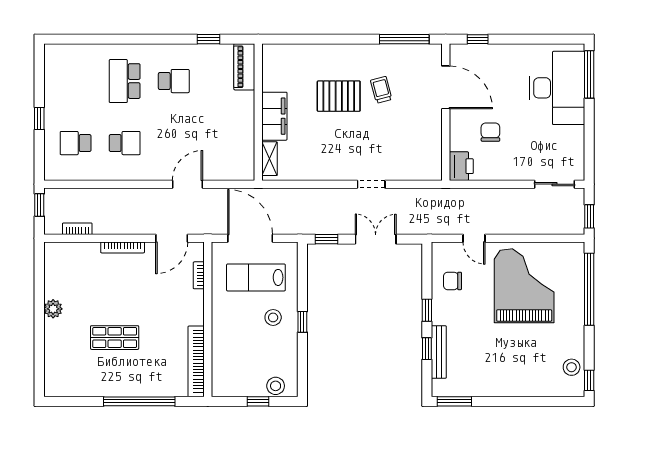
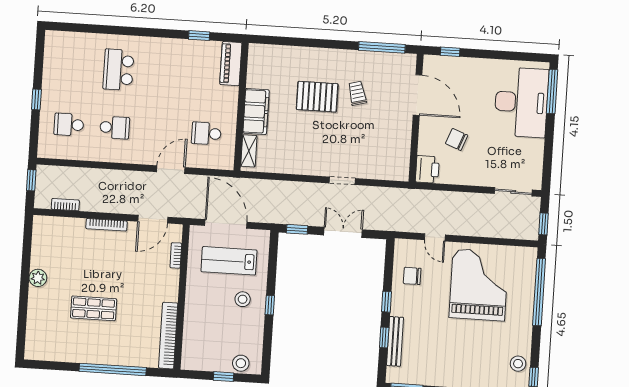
school desk: (174, 81) -> (206, 133), moved, turned 180
chair: (490, 132) -> (457, 139), turned -69

